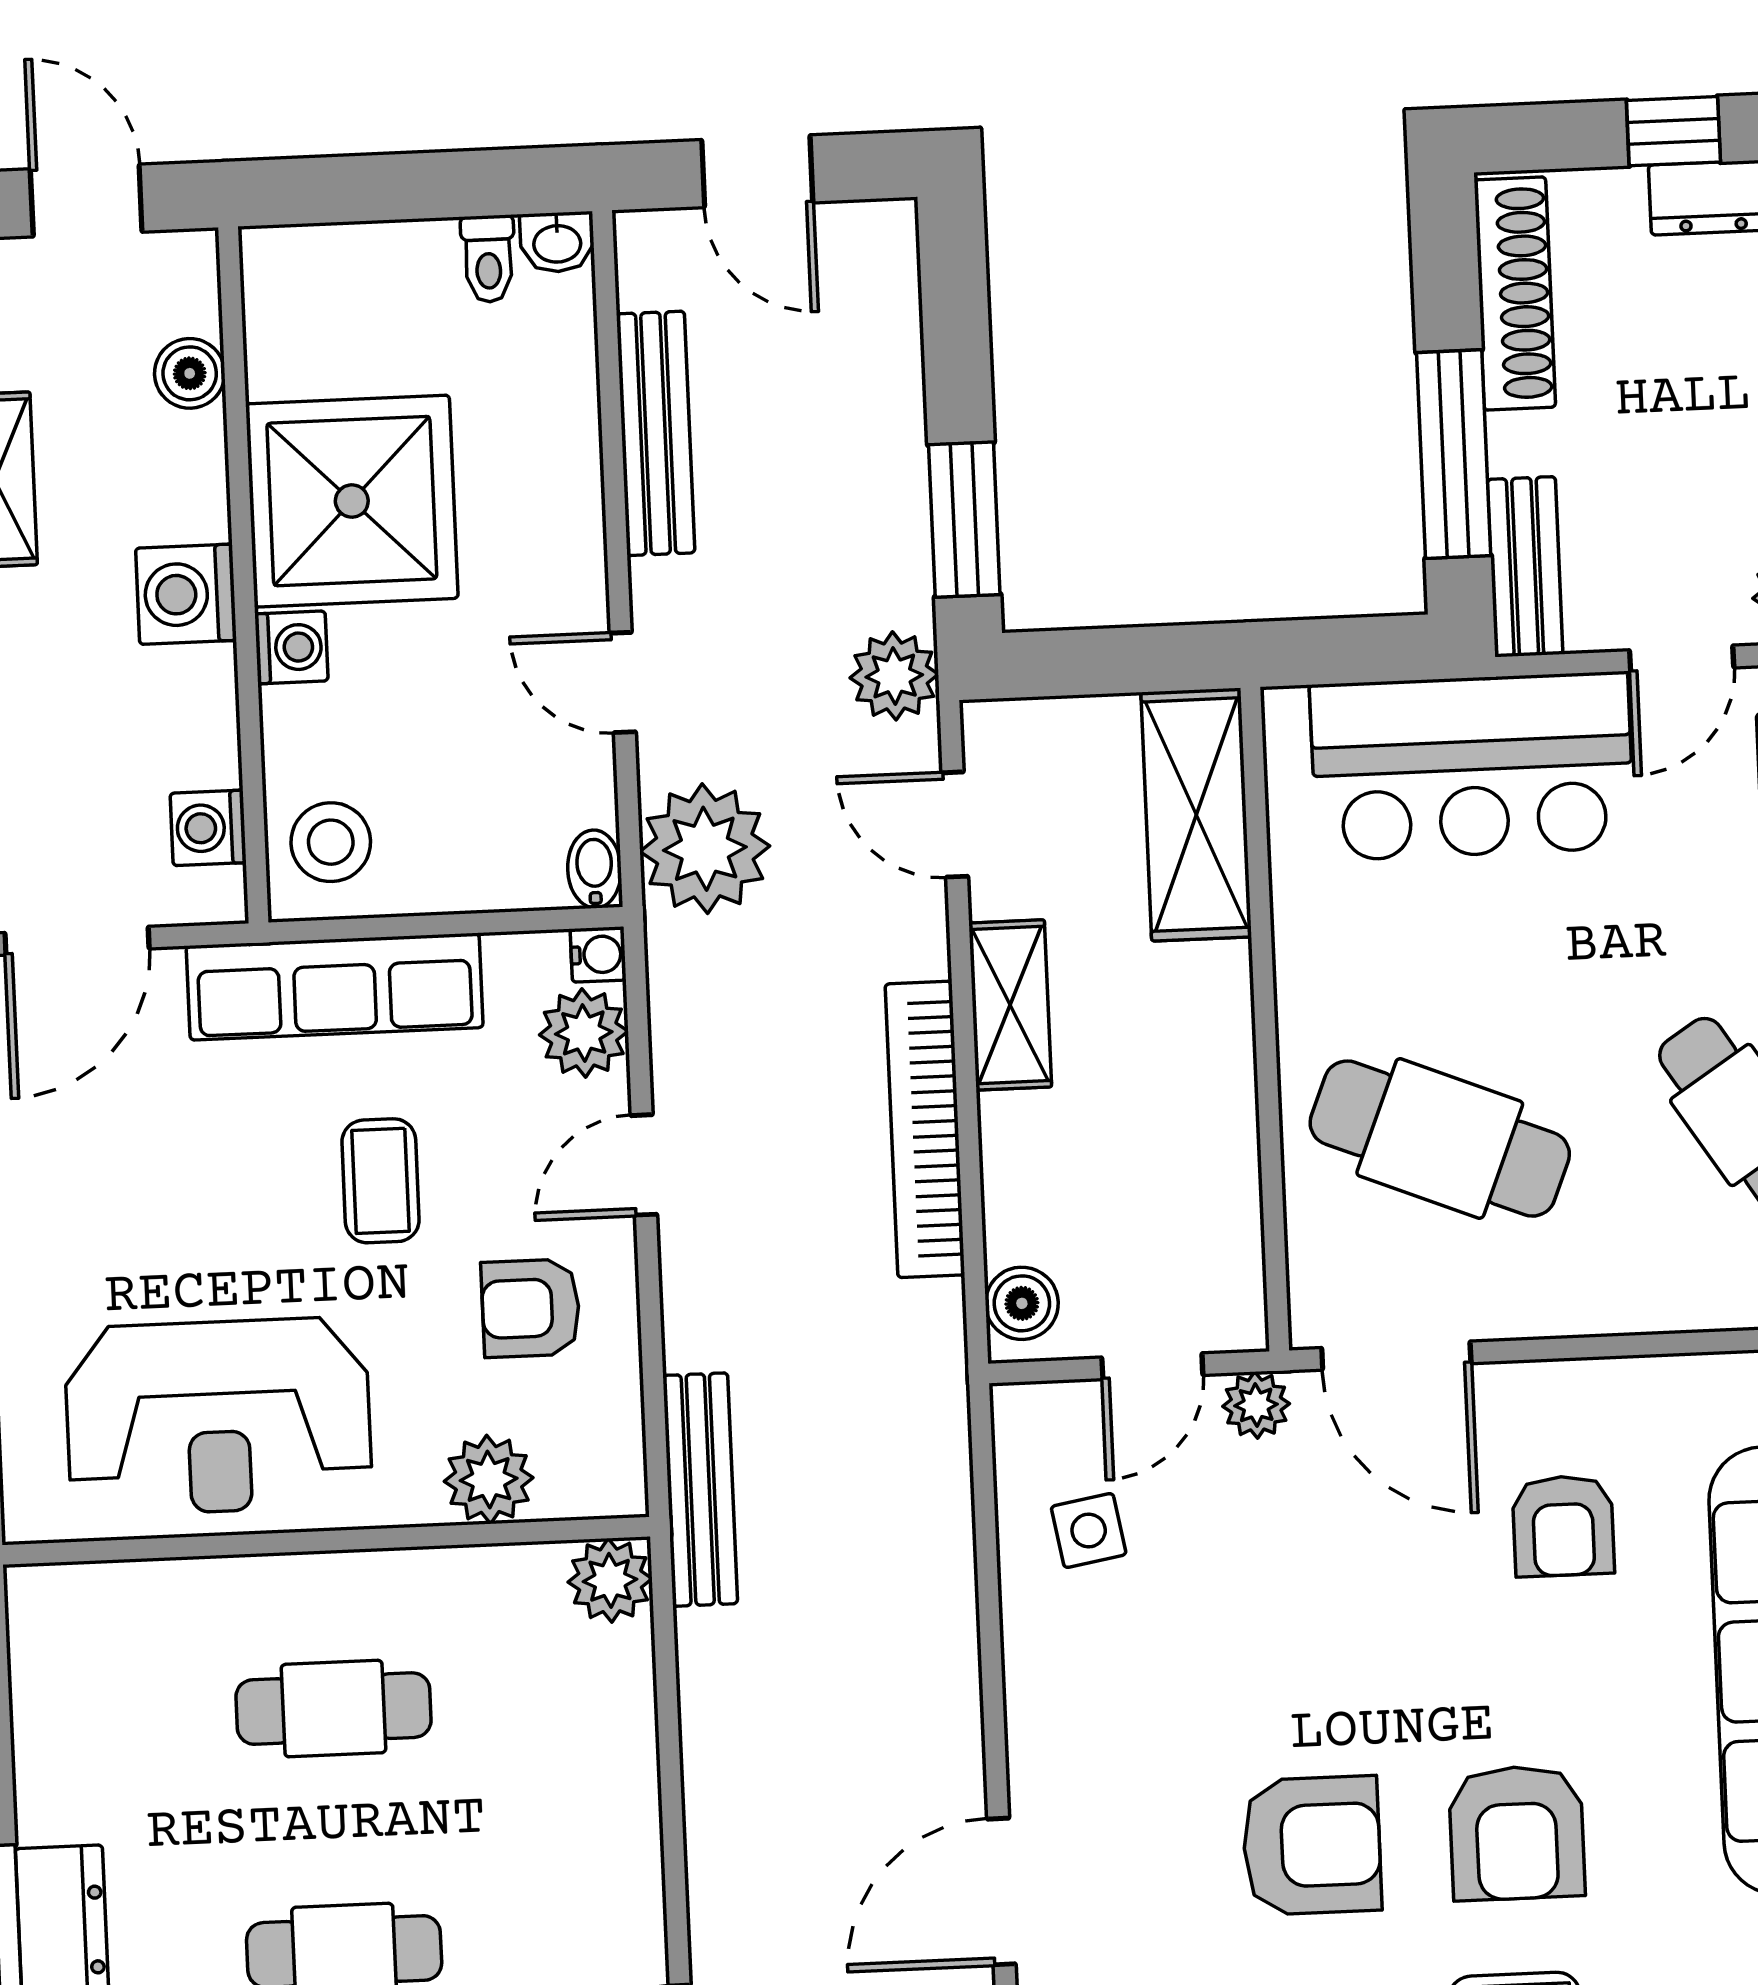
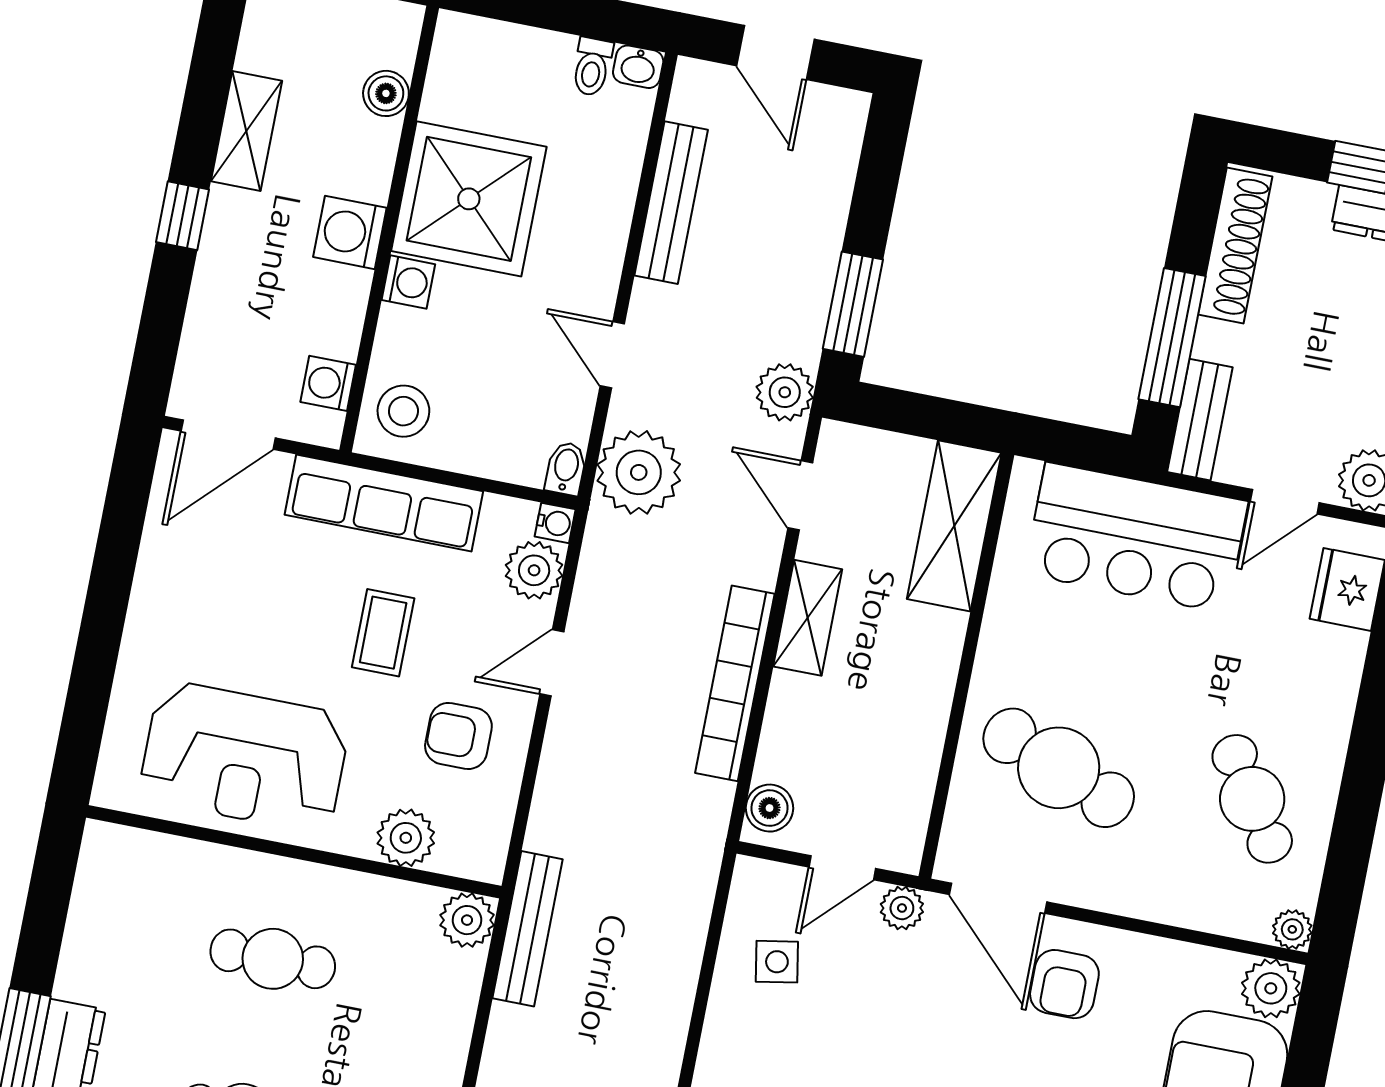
bench: (700, 1490) -> (528, 929), moved
armchair: (1563, 1526) -> (1064, 984), moved

